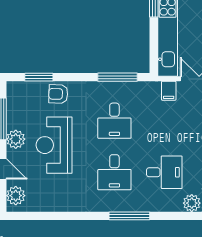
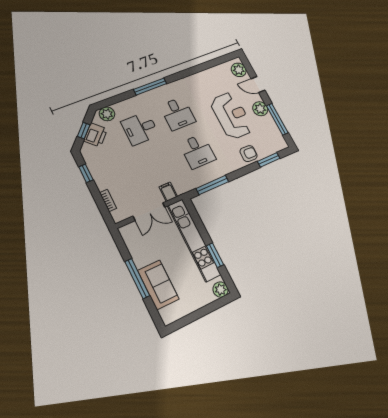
desk: (114, 121) -> (197, 151), turned 180
desk: (114, 172) -> (178, 114), turned 180

